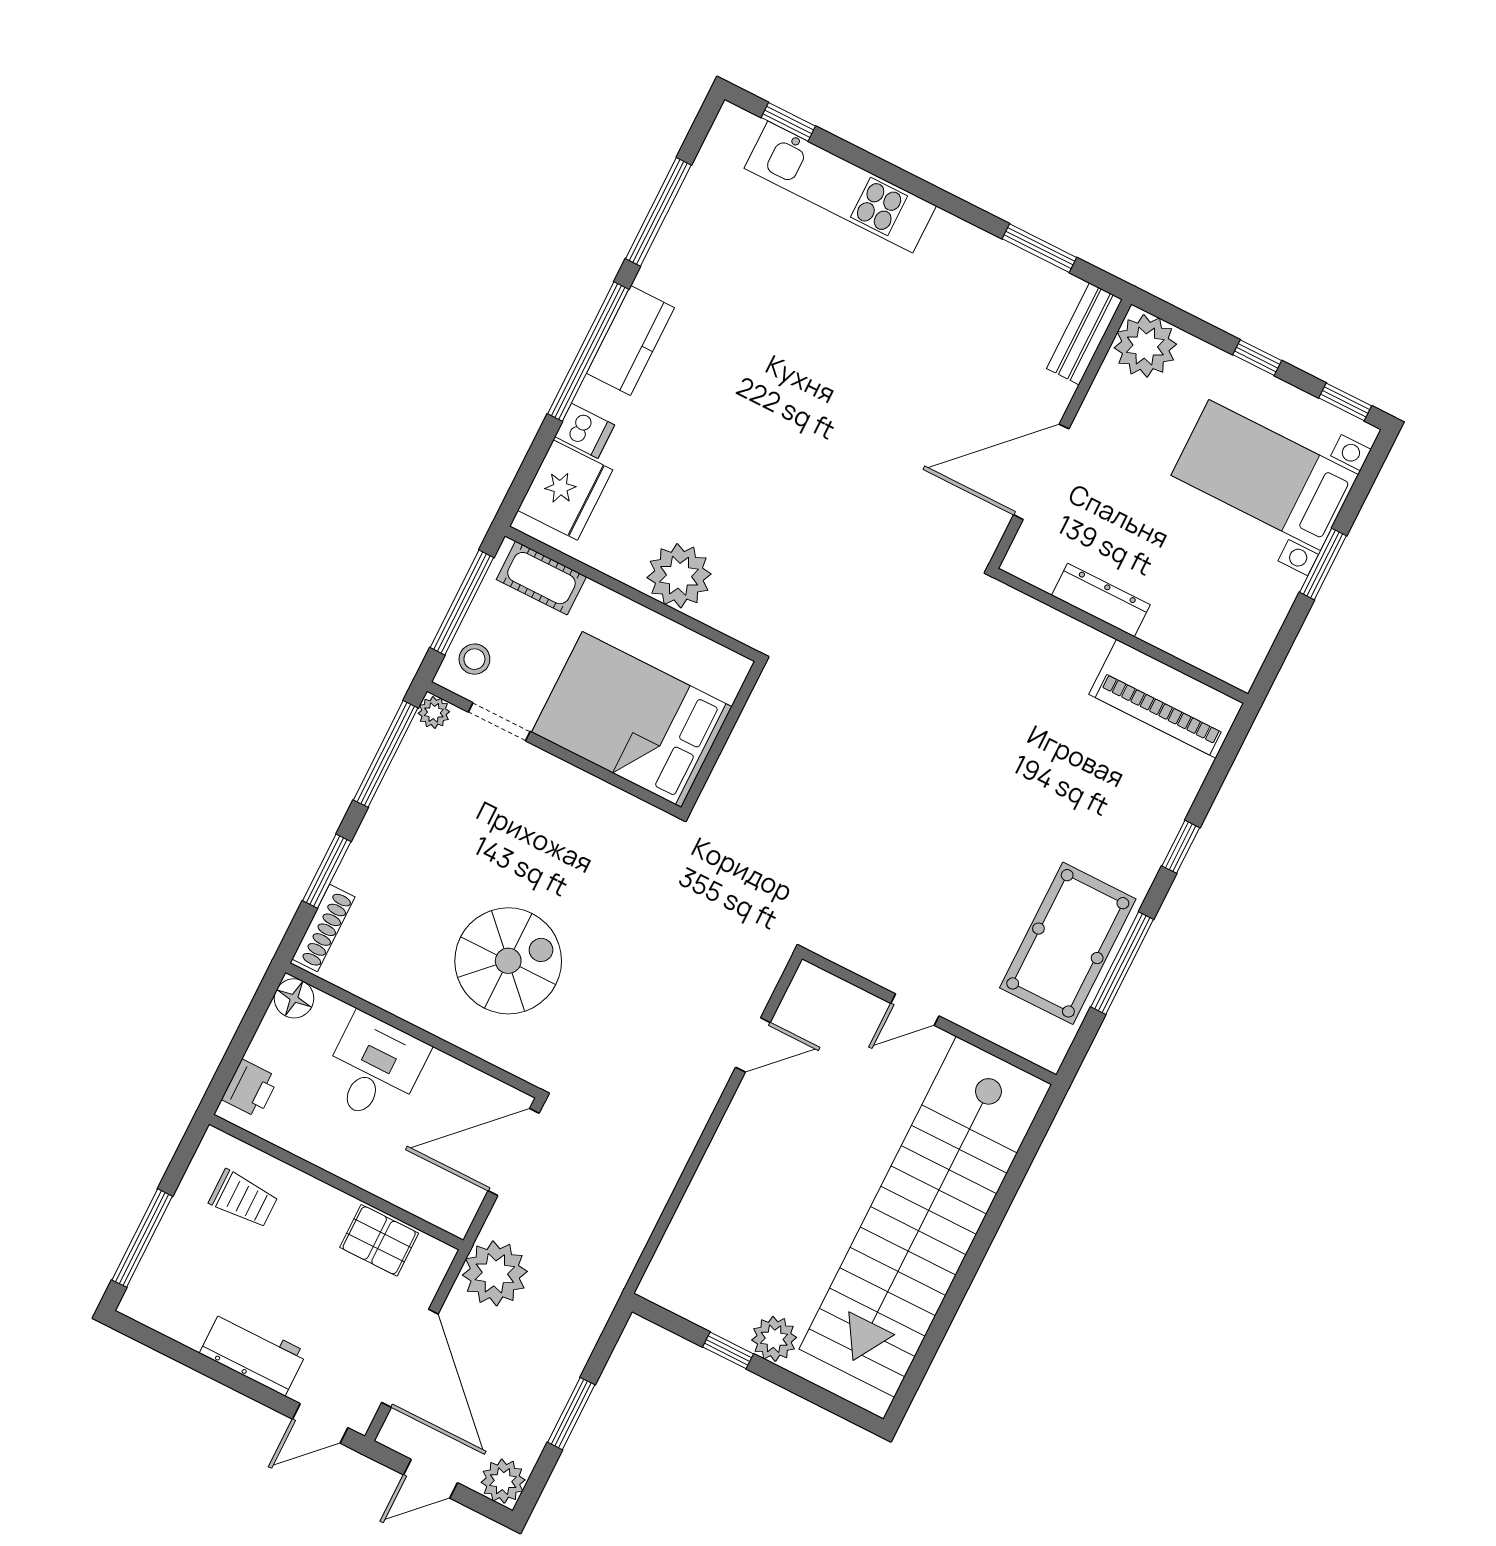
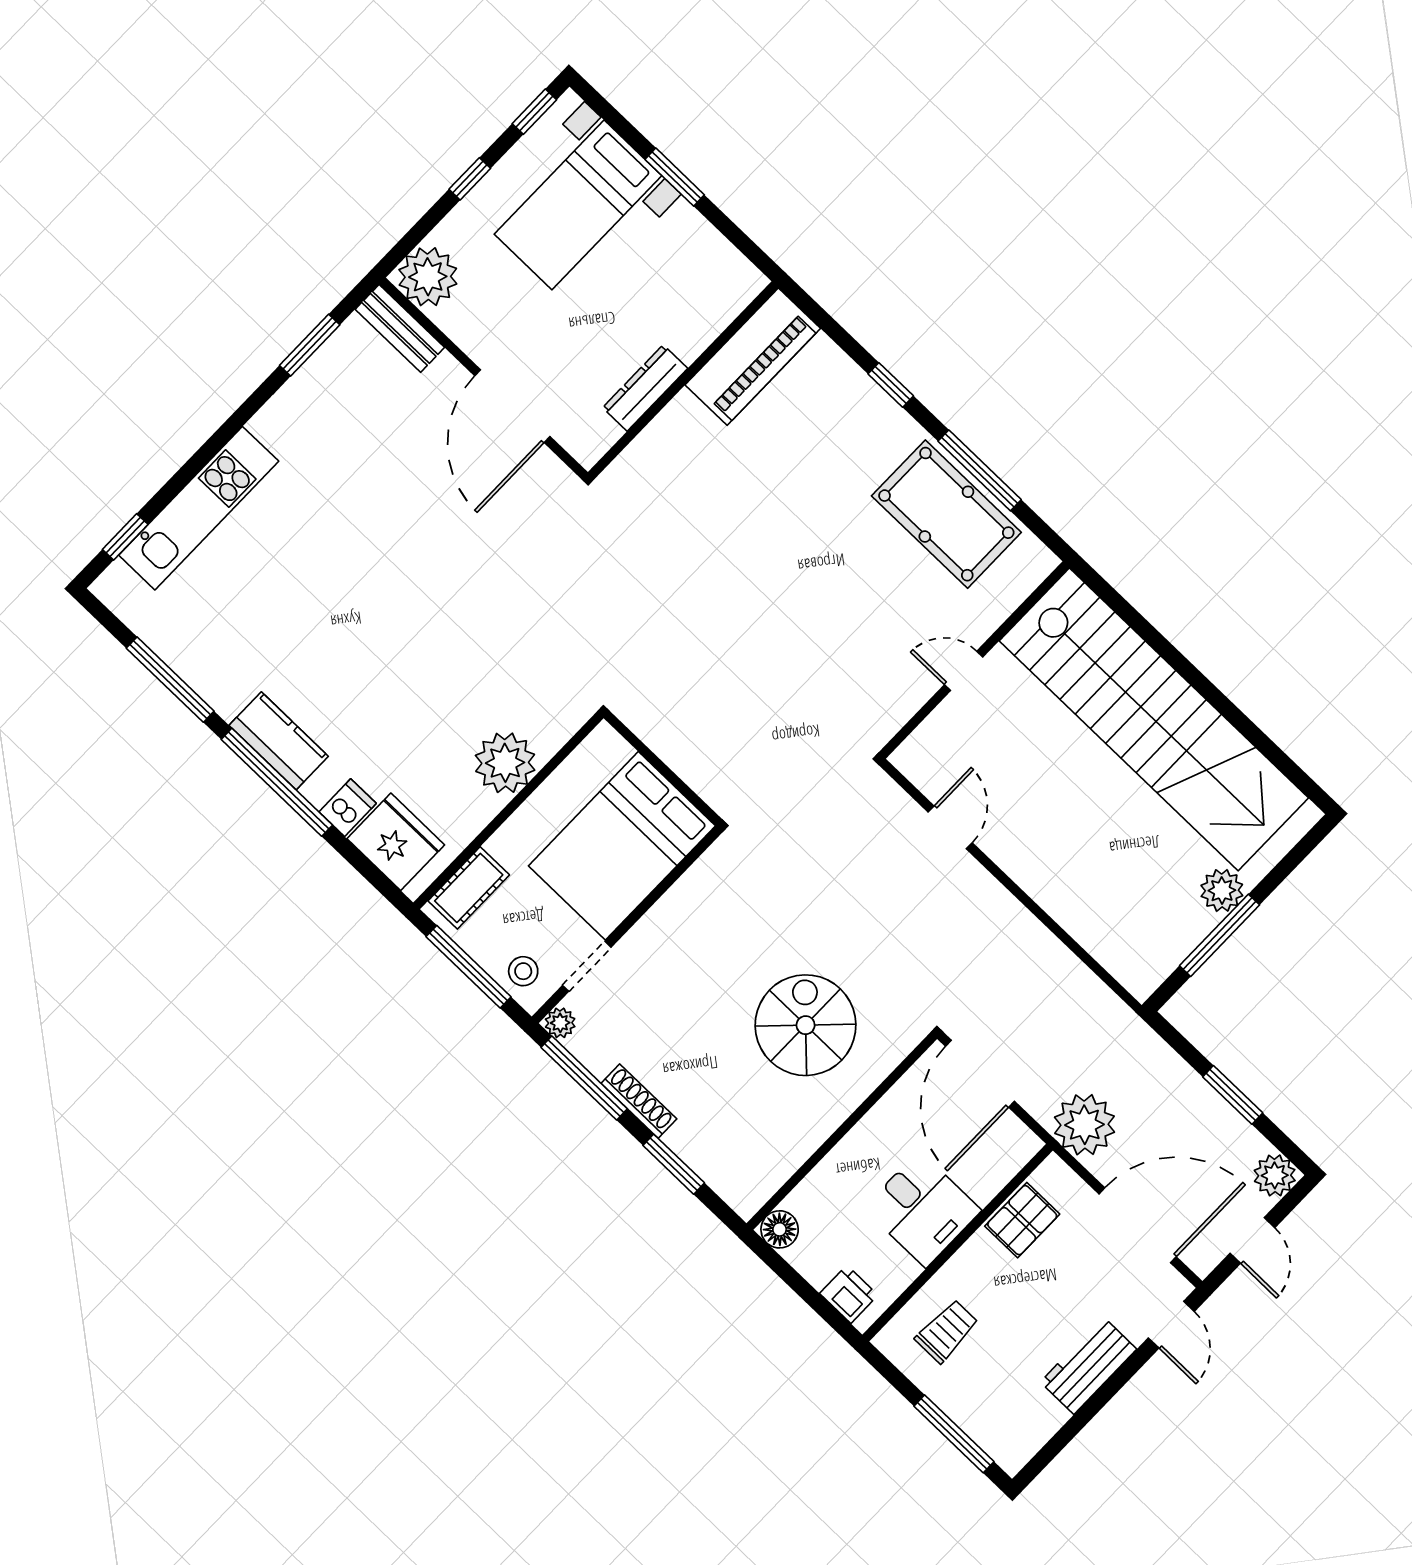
shoe rack: (323, 928) -> (639, 1101), moved
door: (915, 1010) -> (964, 671), swing flipped
desk: (374, 1068) -> (922, 1209), moved, turned 180
window: (728, 1350) -> (1220, 935), width x2.17

